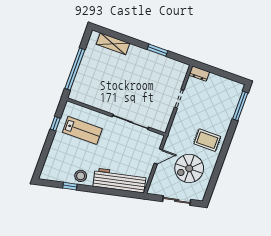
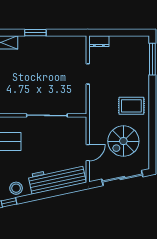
window: (157, 50) -> (35, 33), moved
door: (158, 157) -> (88, 153), moved
sliding door: (177, 200) -> (122, 178), width x1.37

